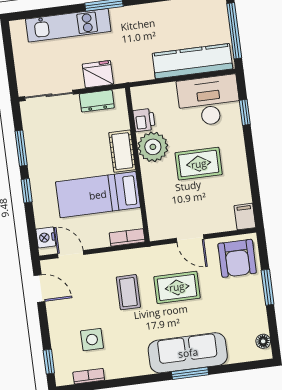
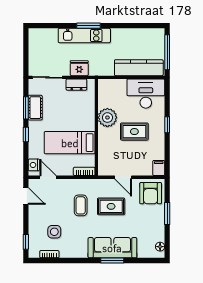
kitchen unit: (68, 25) -> (84, 36), moved
window: (245, 112) -> (167, 125), moved
printer: (144, 120) -> (104, 100), removed
cot: (122, 151) -> (35, 108), moved

